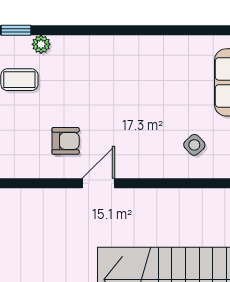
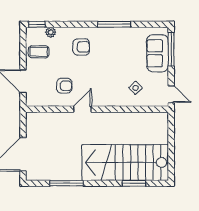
window: (155, 30) -> (114, 24), added
armchair: (96, 71) -> (81, 47), added

